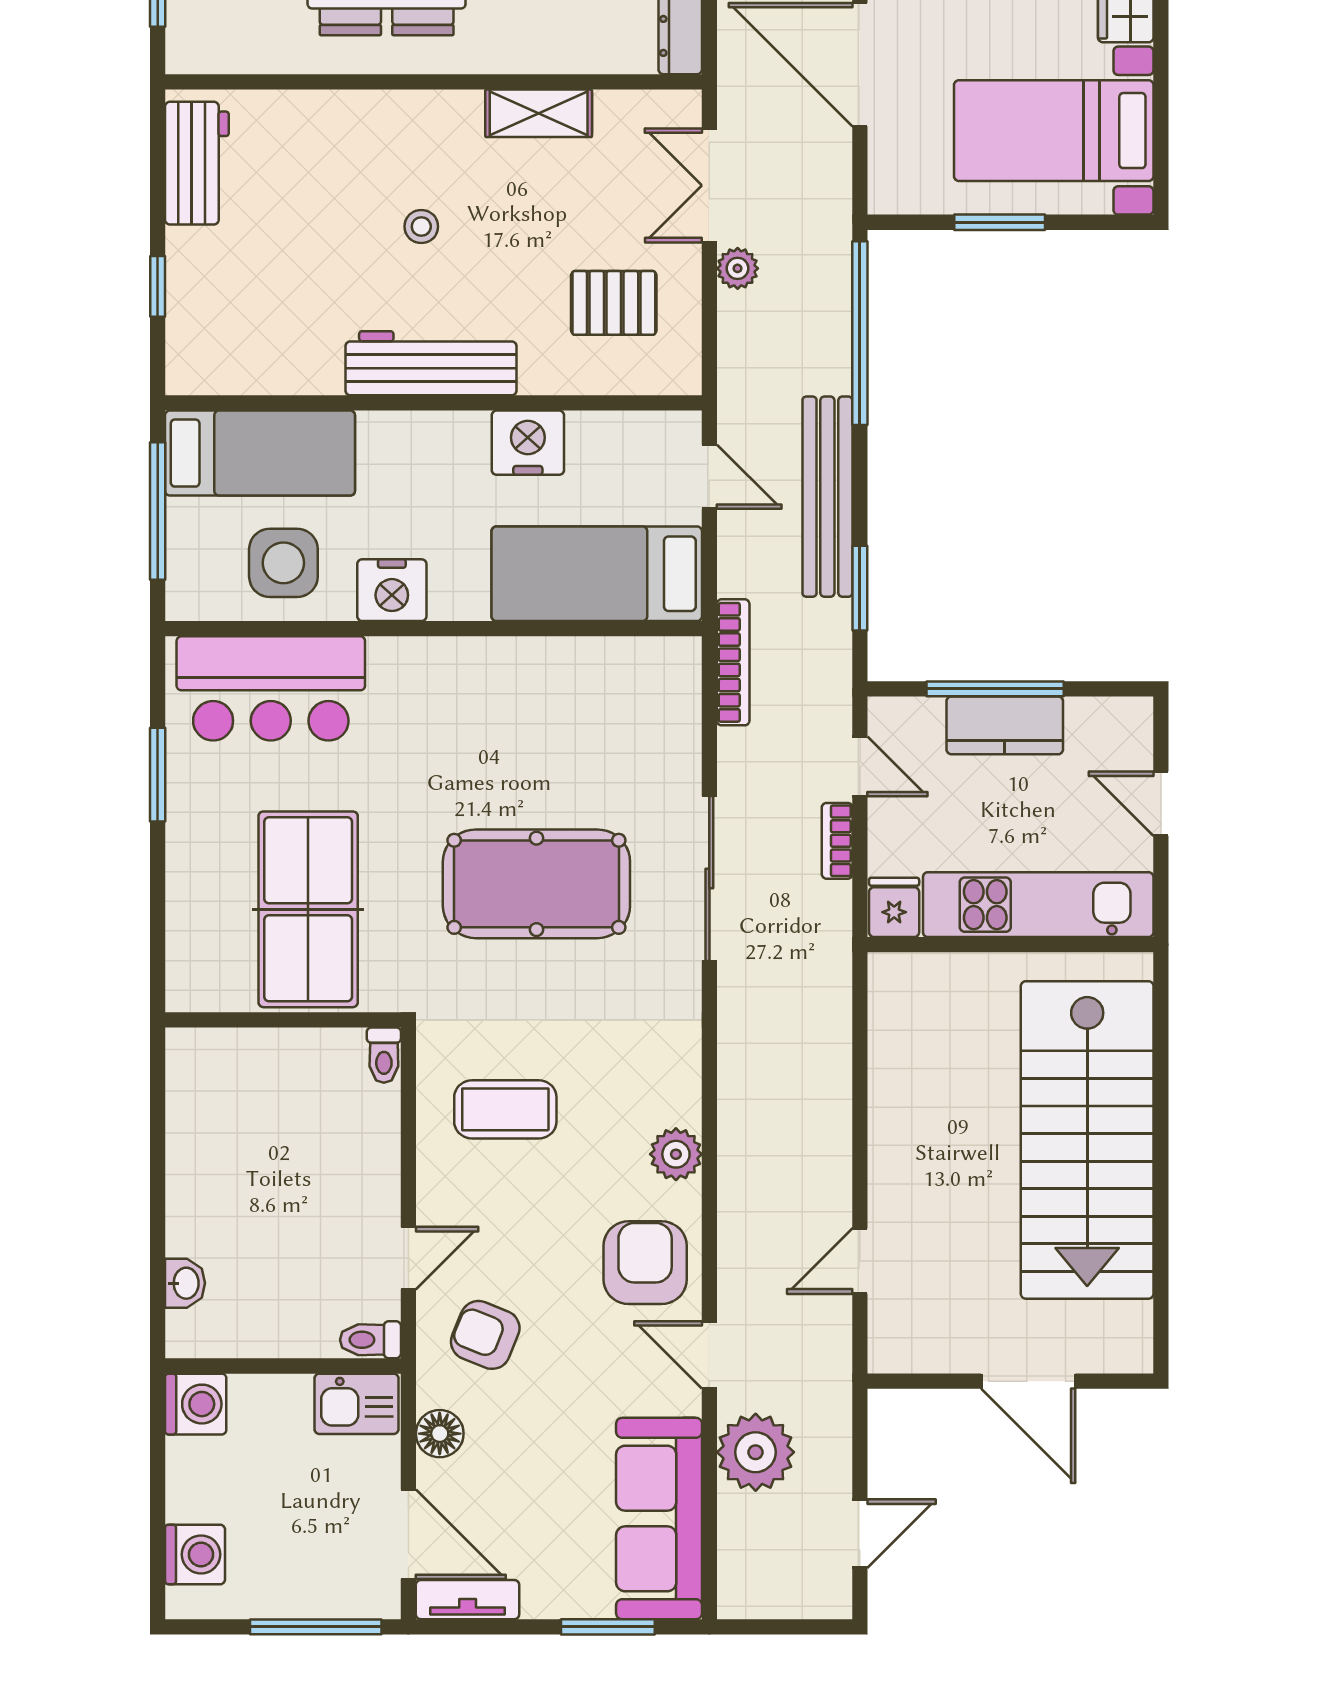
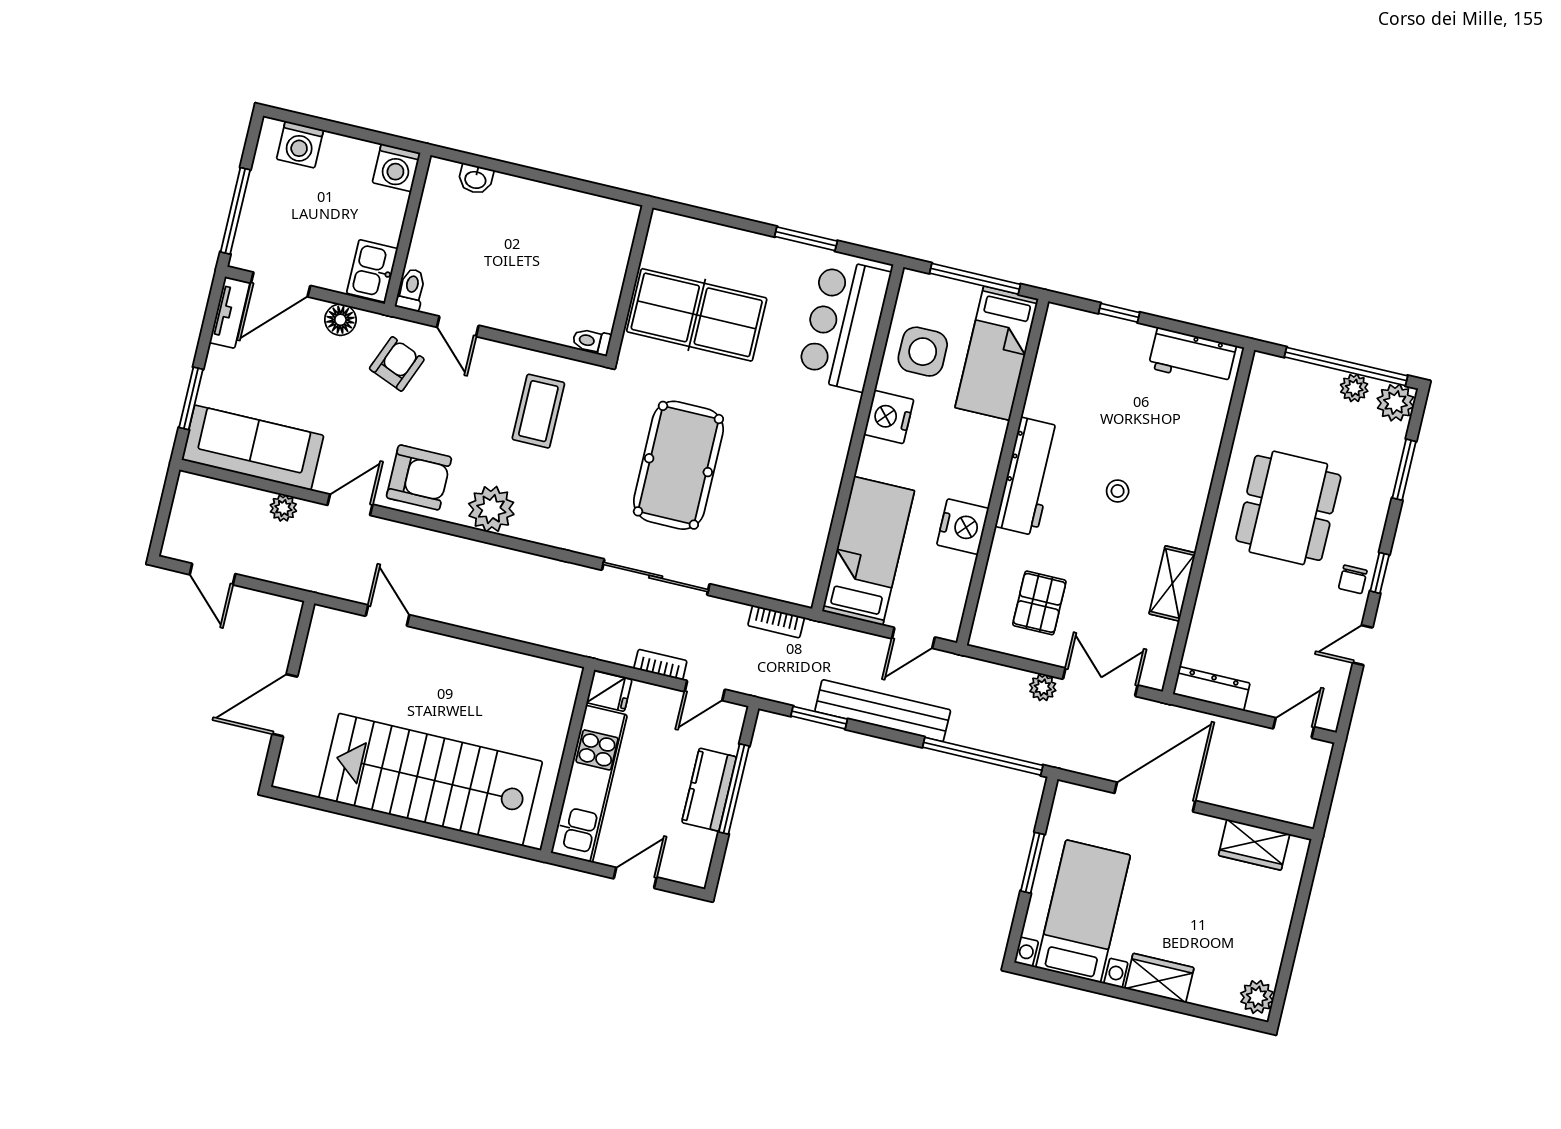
bookcase: (733, 662) -> (776, 622), width x0.64
plant: (676, 1154) -> (491, 509), width x1.36, depth x1.36
plant: (756, 1452) -> (283, 508), width x0.53, depth x0.53

